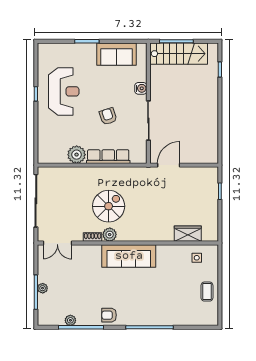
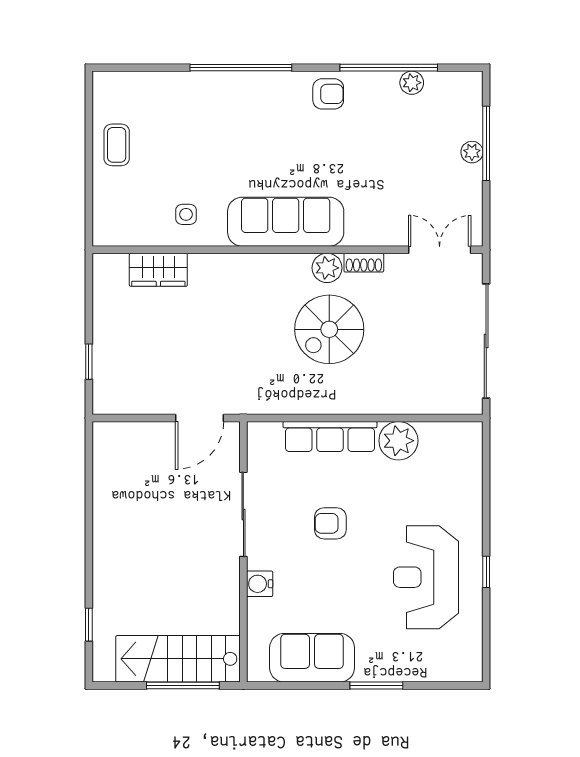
armchair: (108, 116) -> (330, 523), turned 108
side table: (197, 258) -> (186, 214), moved

